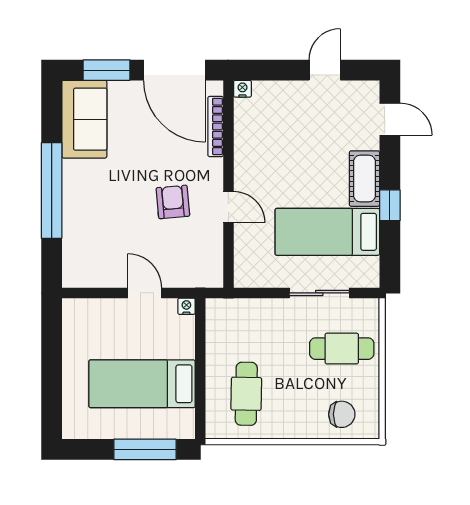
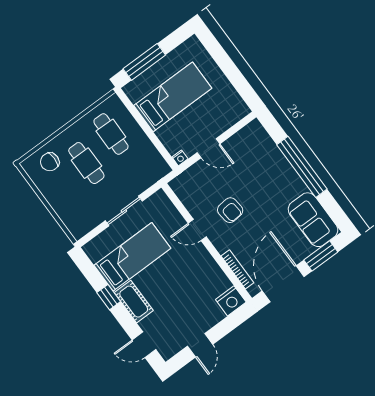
door: (175, 70) -> (283, 284), hinge flipped
nightstand: (242, 89) -> (231, 301), width x1.89, depth x1.79
sliding door: (319, 293) -> (124, 211), moved
cafe table: (342, 349) -> (86, 163), moved, turned 90

